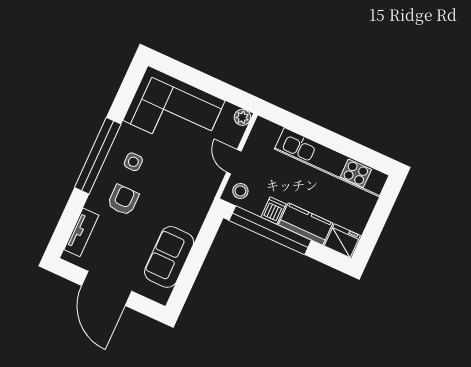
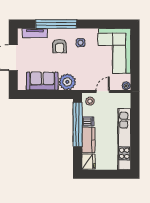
window: (98, 156) -> (56, 24), moved
armchair: (123, 200) -> (60, 46), turned 90
plant: (190, 215) -> (67, 82), added

